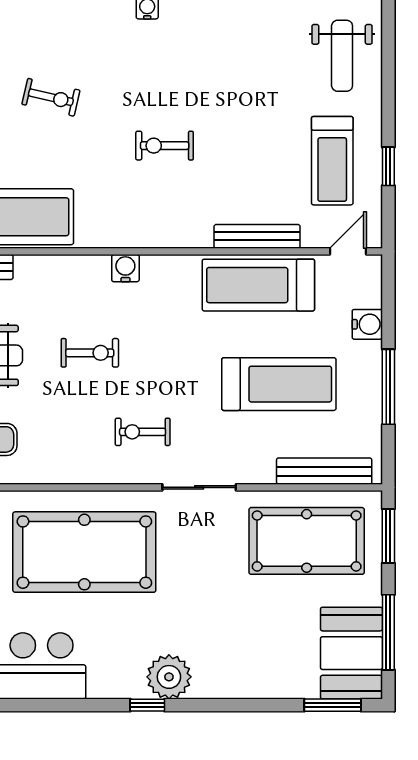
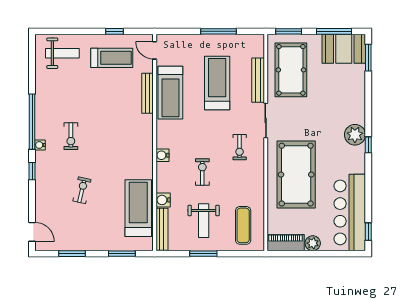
exercise bike: (165, 146) -> (71, 136), moved
water cooler: (367, 324) -> (163, 200), moved, turned -90
bench: (324, 471) -> (258, 80), moved

